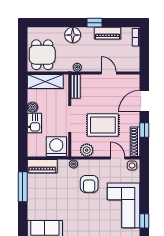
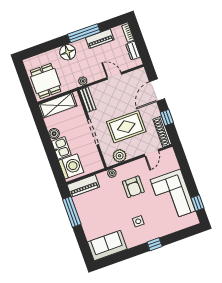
window: (94, 23) -> (84, 33), width x2.17
dresser: (135, 56) -> (133, 51), added
washing machine: (56, 147) -> (71, 166), moved, turned 90
door: (118, 158) -> (151, 153), swing flipped
side table: (132, 166) -> (138, 221), moved

